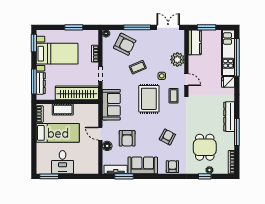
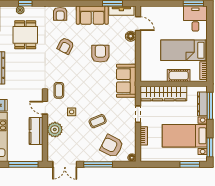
window: (74, 27) -> (190, 164), moved
window: (206, 27) -> (23, 164), width x1.44
kitchen counter: (195, 42) -> (36, 131), moved
rug: (149, 99) -> (86, 87), removed
door: (100, 134) -> (138, 24), moved
armchair: (127, 138) -> (100, 54), moved
desk: (63, 162) -> (195, 19), moved

